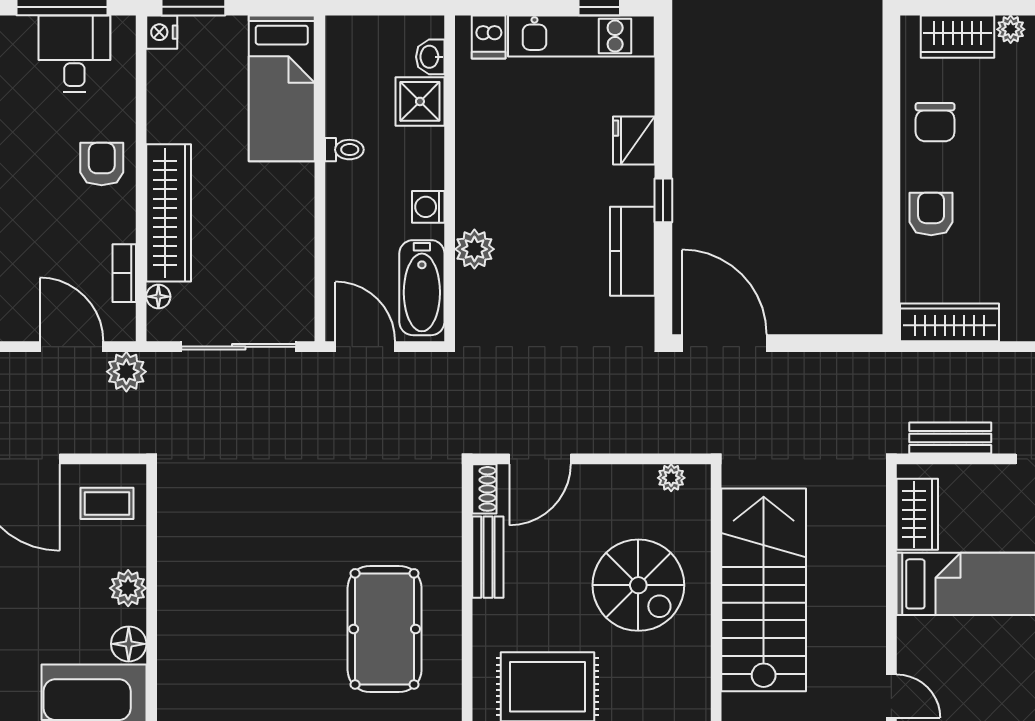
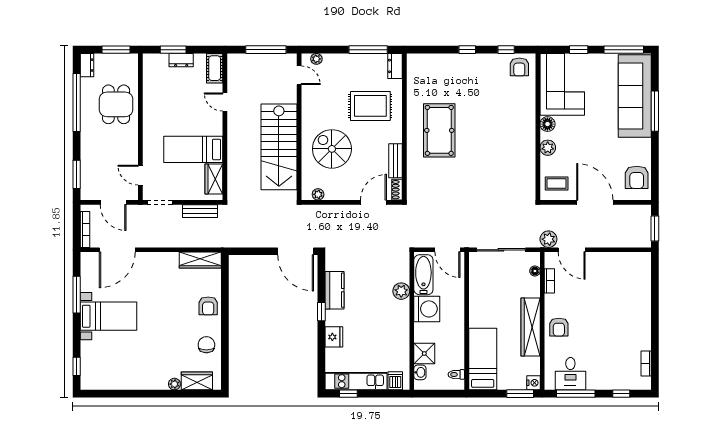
toilet: (344, 150) -> (456, 374), moved
washing machine: (428, 207) -> (427, 309), width x1.89, depth x1.89
wardrobe: (169, 213) -> (531, 327), moved

